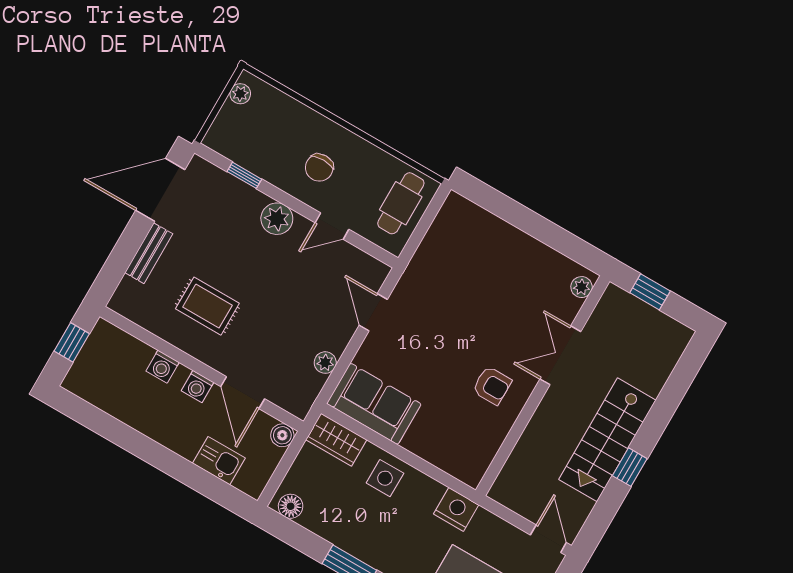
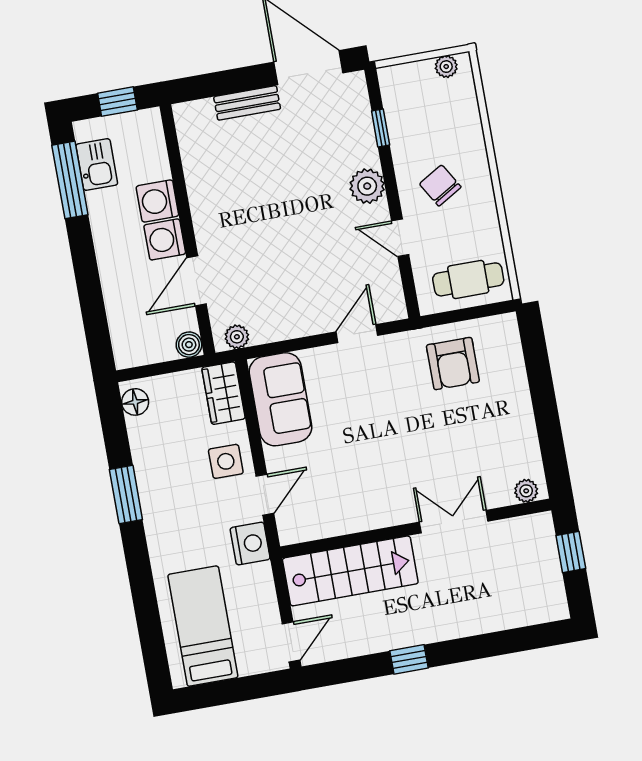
chair: (319, 168) -> (440, 185), turned 59
rug: (207, 306) -> (244, 190), removed
plant: (325, 363) -> (237, 337), moved
washing machine: (163, 367) -> (157, 201), width x1.38, depth x1.38
armchair: (492, 386) -> (453, 364), moved, width x1.38, depth x1.38
washing machine: (197, 387) -> (165, 239), width x1.38, depth x1.38
window: (98, 421) -> (70, 180), added
stairs: (607, 440) -> (350, 571), moved, turned 180
kitchen sink: (219, 461) -> (97, 165), moved
door: (431, 471) -> (265, 495), added

